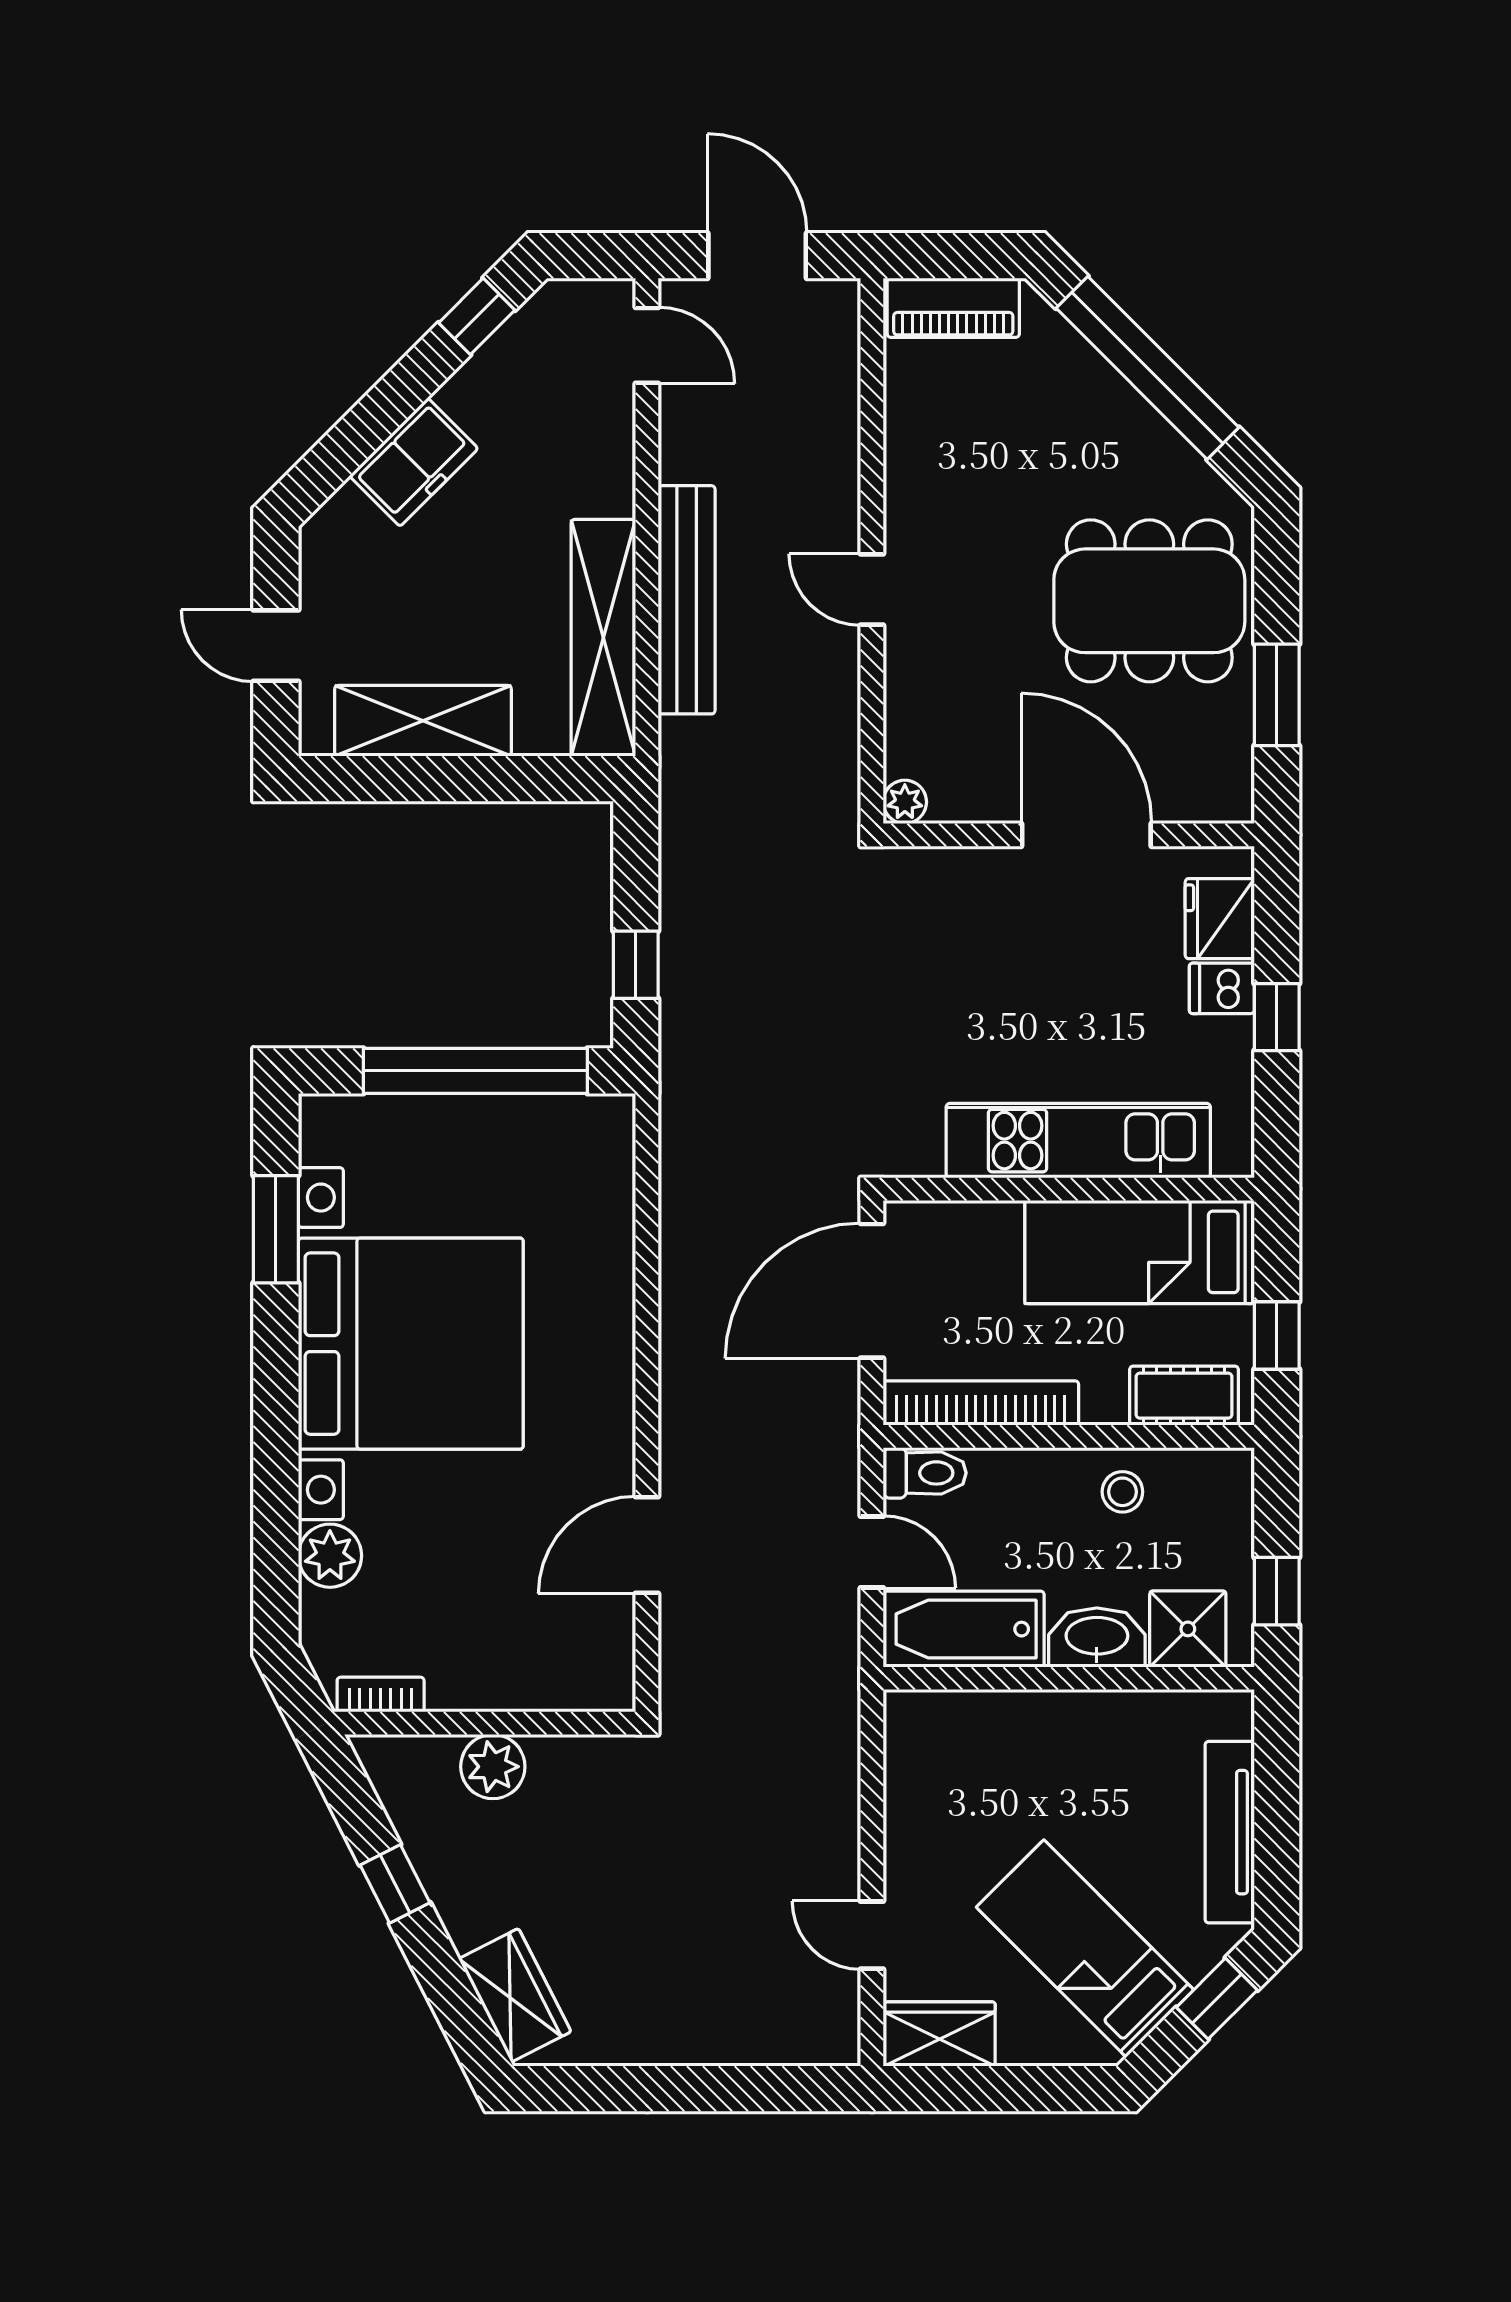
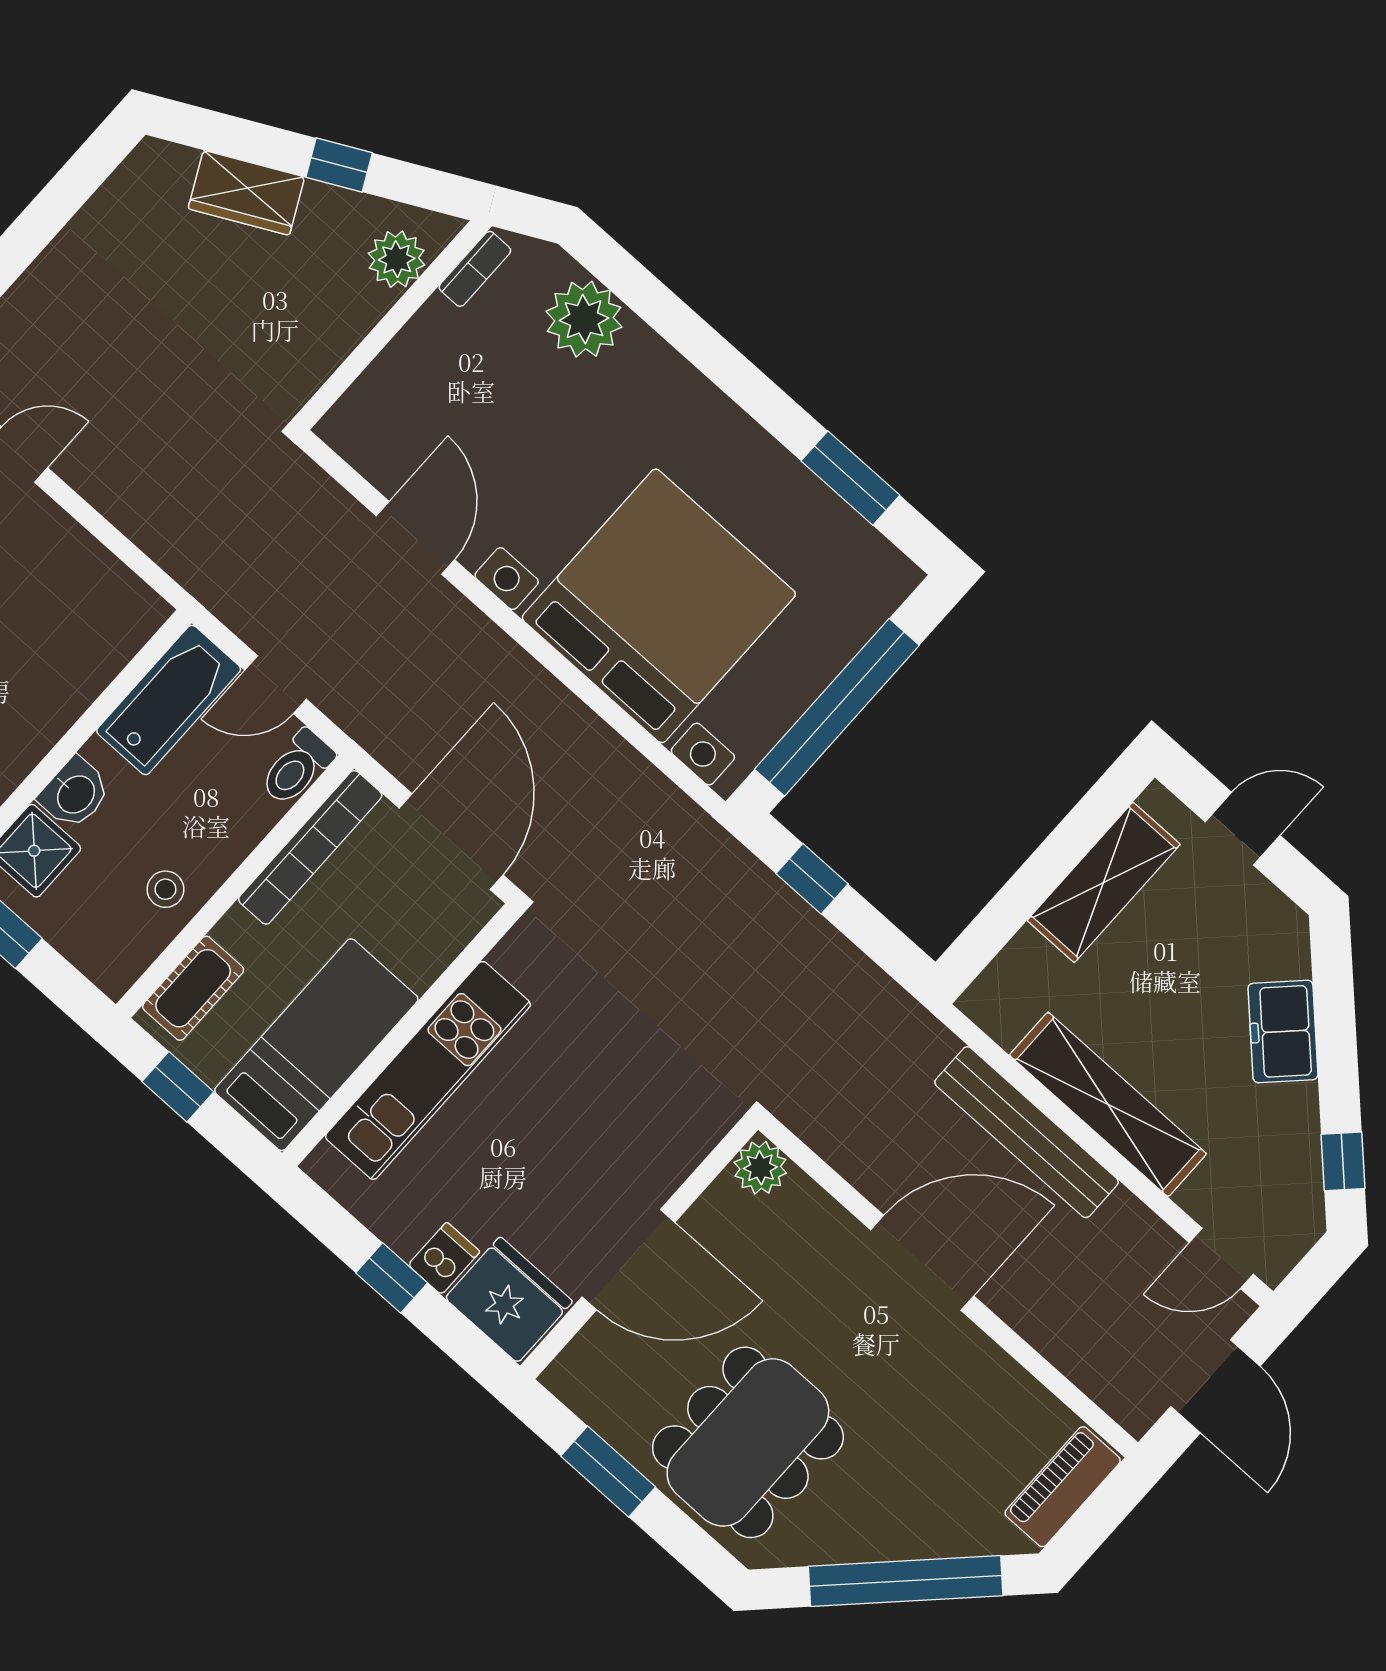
door: (757, 256) -> (1215, 1386), hinge flipped
door: (872, 590) -> (922, 1263), width x1.88
shelving: (603, 638) -> (1108, 1104), moved
plant: (905, 802) -> (760, 1168), width x1.38, depth x1.38
fridge: (1220, 919) -> (509, 1300), width x1.36, depth x1.34
bed with nightstands: (411, 1344) -> (659, 606), moved, turned 180
plant: (330, 1556) -> (584, 319), width x1.36, depth x1.36
washbasin: (1097, 1637) -> (75, 794), width x0.72
plant: (493, 1767) -> (397, 259), moved
wardrobe: (515, 1995) -> (246, 193), moved

